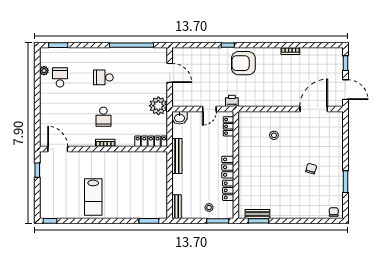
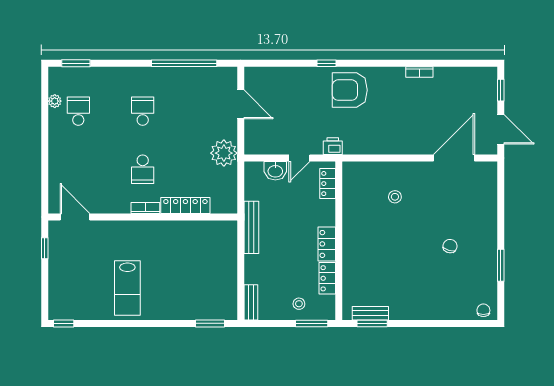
school desk: (103, 77) -> (143, 111), turned 90
washbasin: (180, 118) -> (275, 171), moved
locker: (151, 141) -> (185, 206), moved

